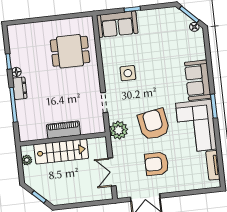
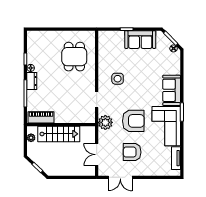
sofa: (117, 24) -> (140, 40), moved
dining table: (70, 51) -> (74, 57), turned 90
armchair: (154, 124) -> (133, 121), turned 100
piano: (64, 130) -> (41, 117), moved

